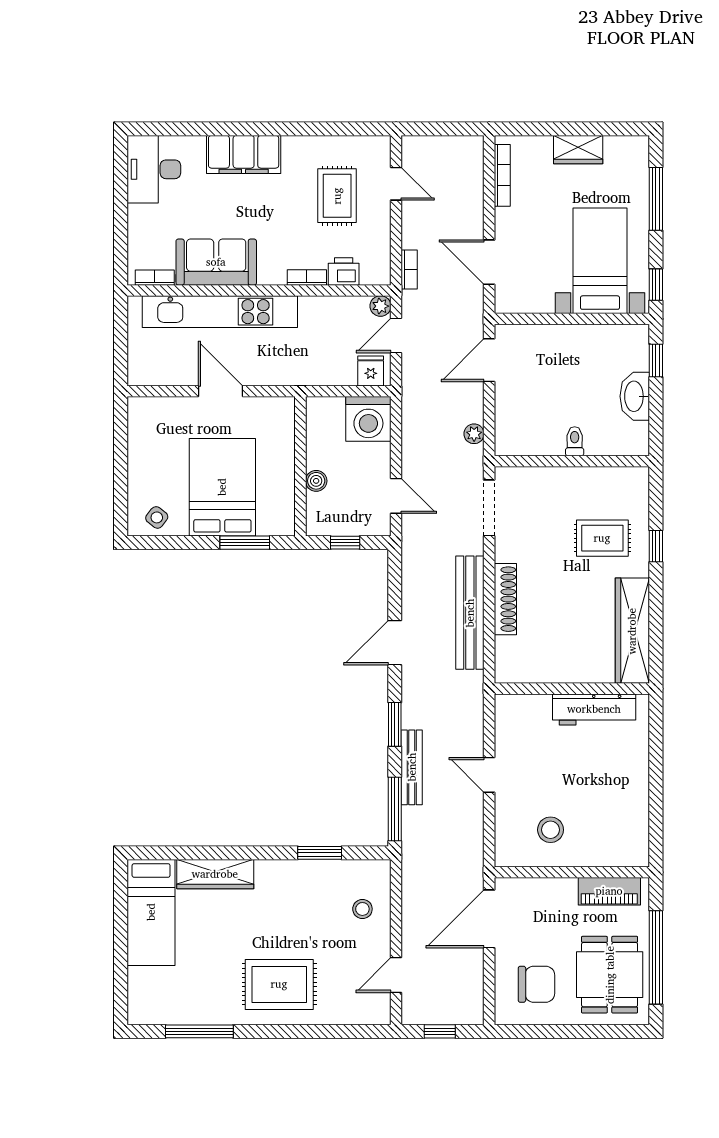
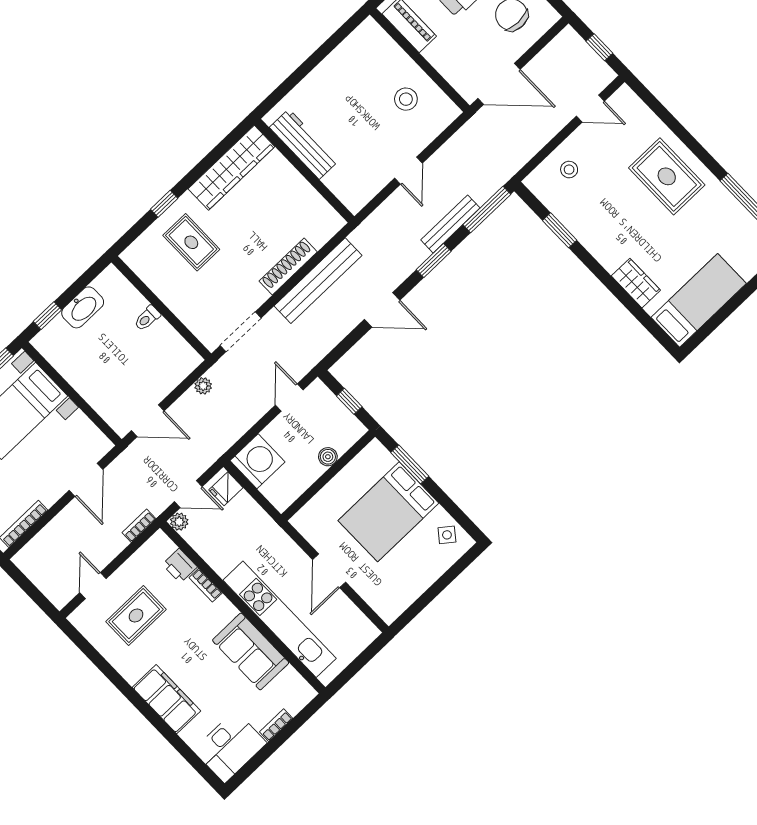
bookcase: (155, 278) -> (276, 725), moved, turned 90
wardrobe: (215, 874) -> (636, 283), width x0.67

